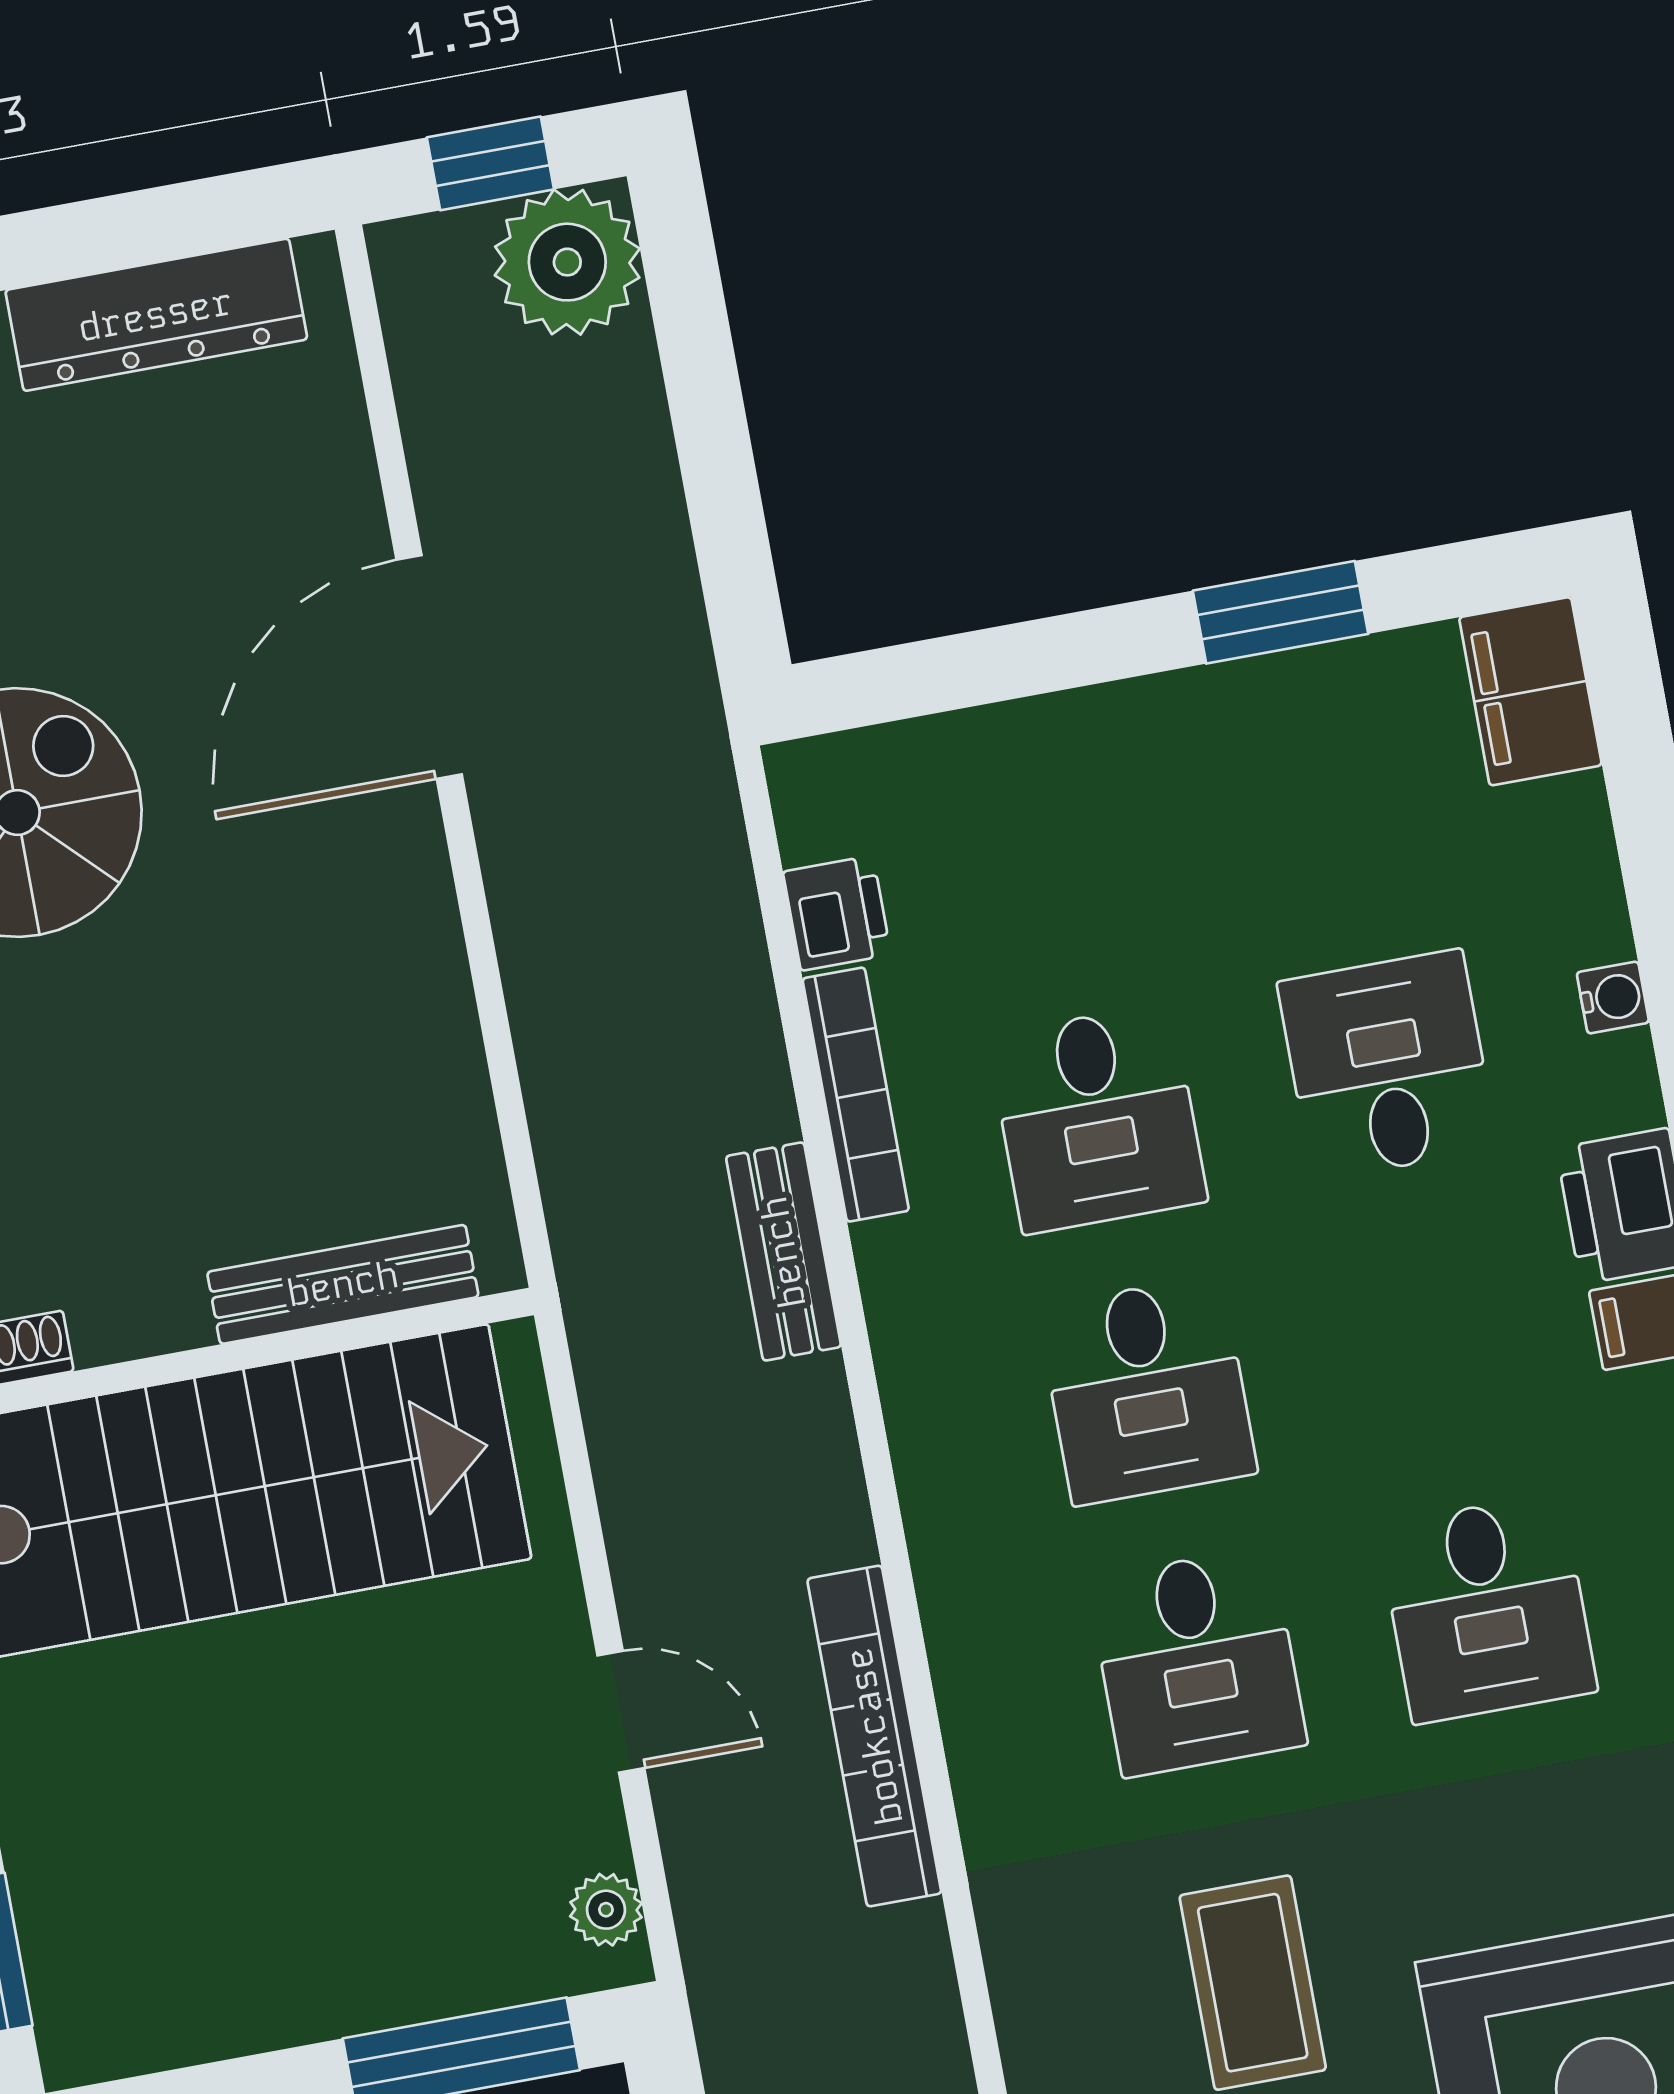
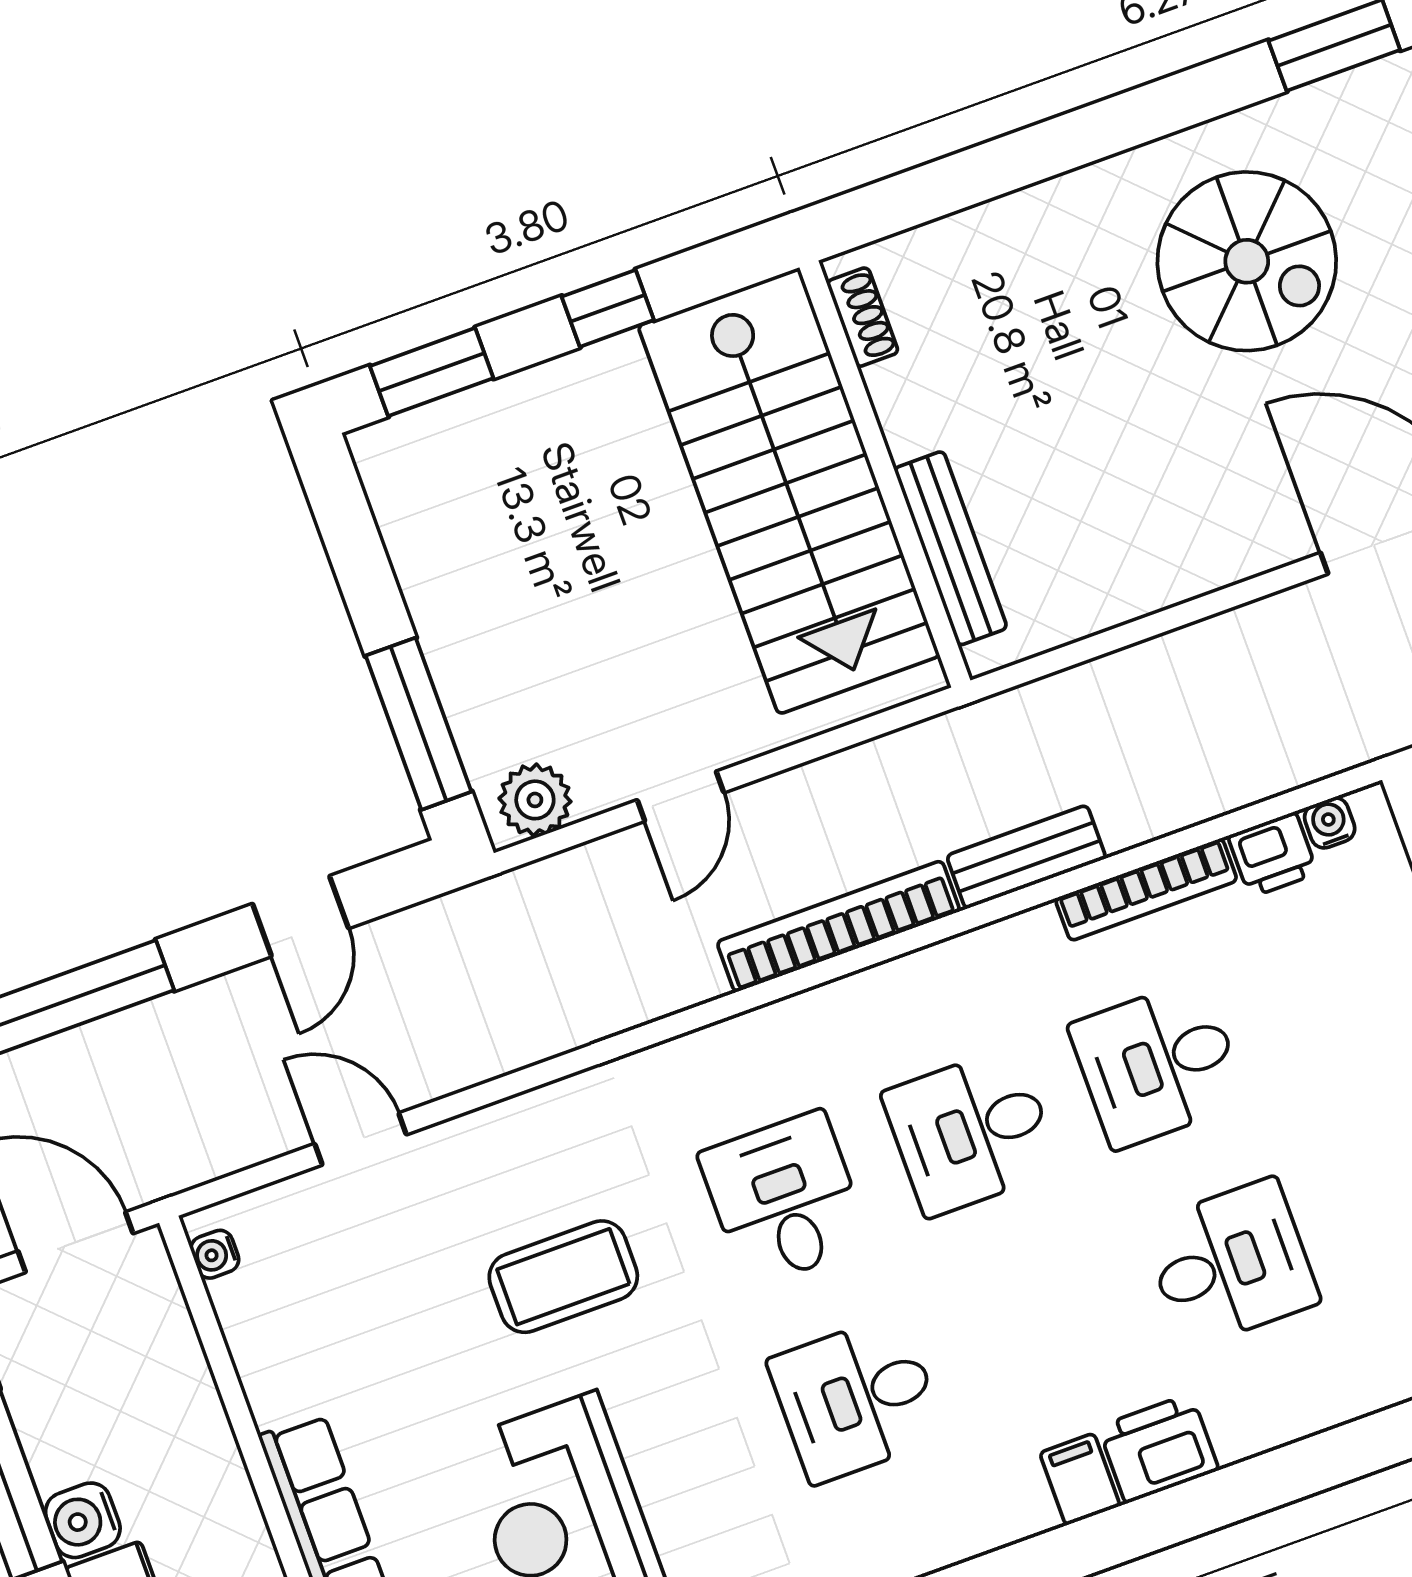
water cooler: (1613, 998) -> (1330, 823), moved, turned 180
desk: (1197, 1662) -> (784, 1199), turned 90
bookcase: (874, 1736) -> (838, 926), moved
plant: (606, 1910) -> (535, 800), width x1.38, depth x1.38

